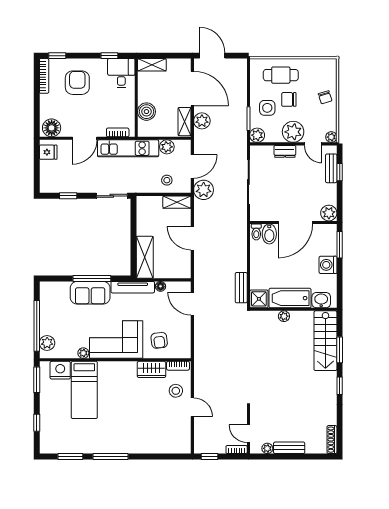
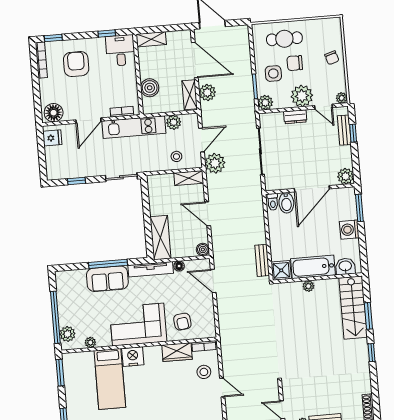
boiler: (185, 272) -> (203, 250), added
plant: (83, 353) -> (90, 342), moved
nightstand: (60, 370) -> (133, 357), moved

